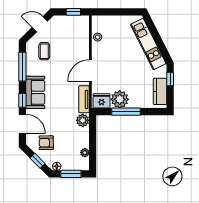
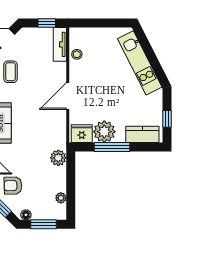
window: (170, 79) -> (167, 119), moved
kitchen counter: (160, 91) -> (142, 134), moved, turned 90
tv unit: (84, 99) -> (60, 44), moved

